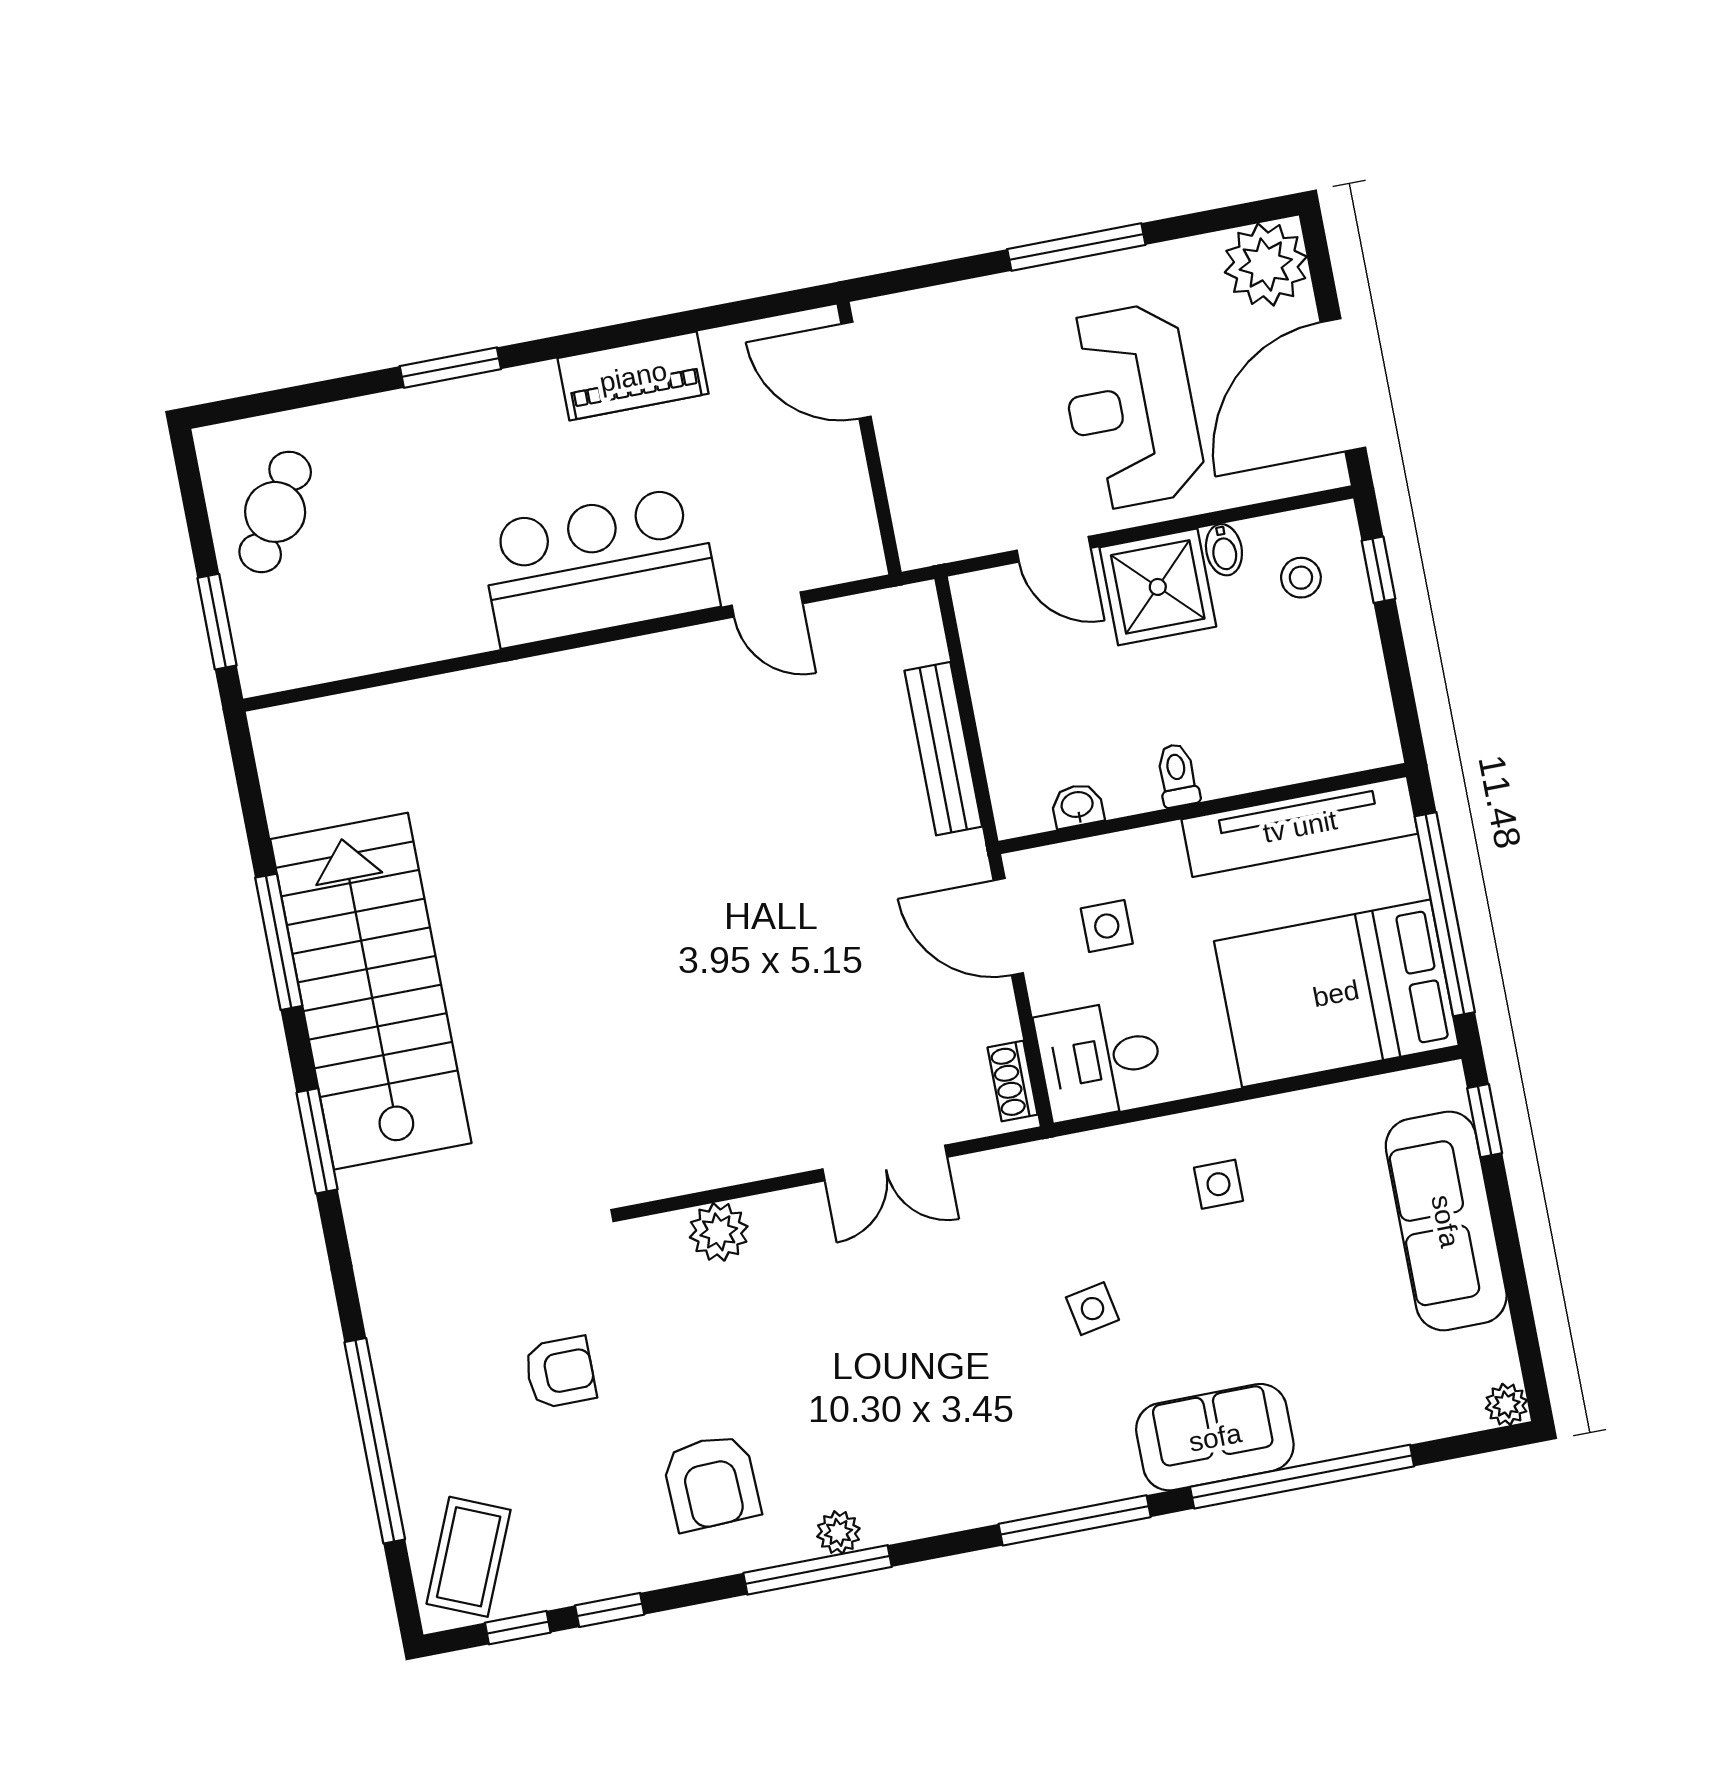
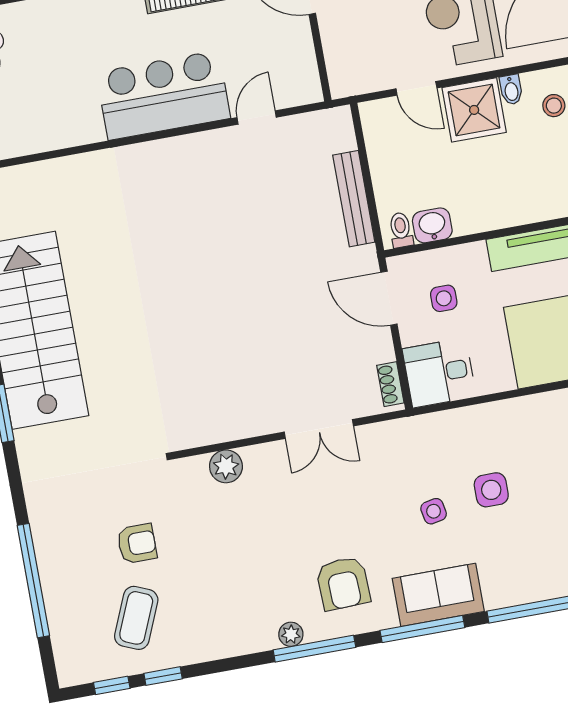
door: (767, 604) -> (257, 117), swing flipped
toilet: (1177, 775) -> (401, 230), moved
washbasin: (1077, 806) -> (432, 225), width x1.38, depth x1.45
side table: (1218, 1184) -> (491, 490), moved, width x1.37, depth x1.37
sofa: (1215, 1437) -> (438, 595), moved
armchair: (711, 1482) -> (343, 583), moved
coffee table: (469, 1557) -> (136, 618), moved
window: (818, 1570) -> (314, 649), moved

